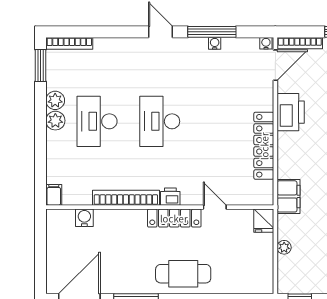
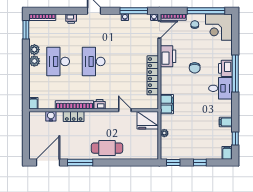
window: (212, 32) -> (134, 11), moved
printer: (120, 46) -> (71, 19), added
locker: (174, 218) -> (74, 116), moved, width x0.66
fridge: (264, 221) -> (148, 120), width x1.88, depth x1.34

